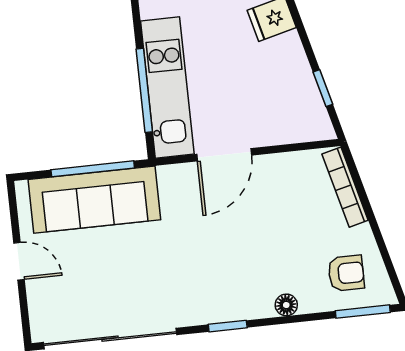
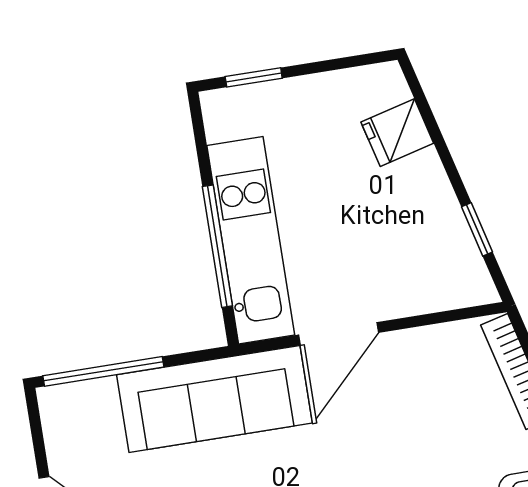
window: (93, 169) -> (103, 371), moved
sofa: (94, 200) -> (214, 399), moved

